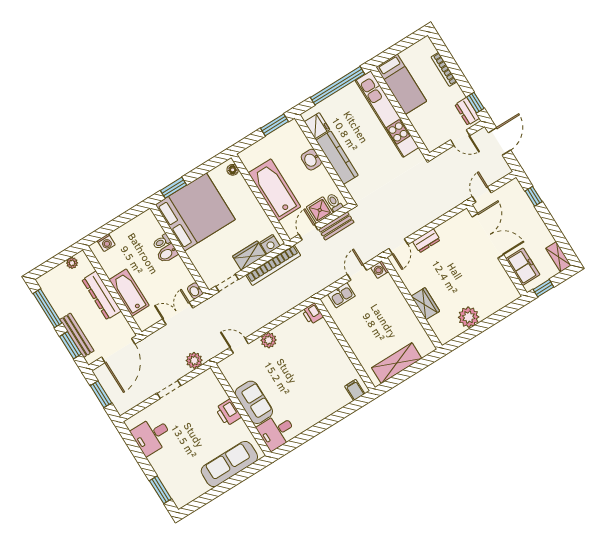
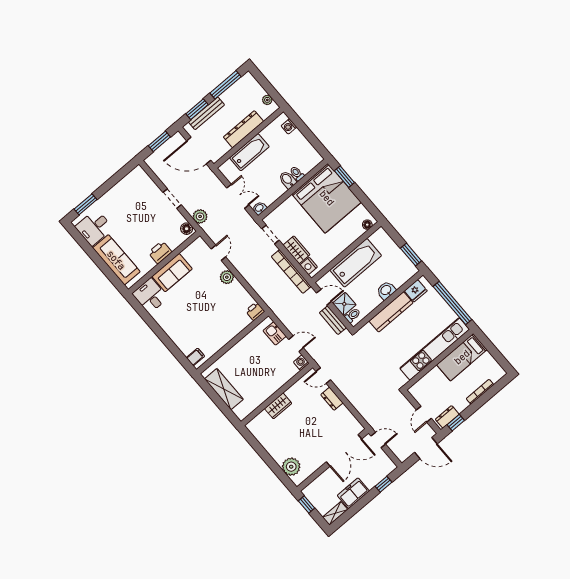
freezer: (523, 267) -> (353, 493), moved, turned 180
plant: (469, 317) -> (291, 467), moved
floor lamp: (206, 378) -> (187, 229), added
desk: (152, 435) -> (94, 227), moved, turned -90

